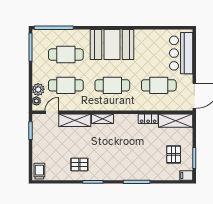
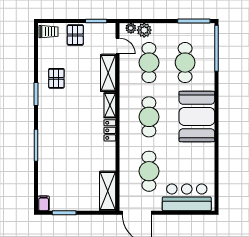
locker: (148, 119) -> (110, 130), moved
pallet: (174, 154) -> (75, 35), moved, turned 90

